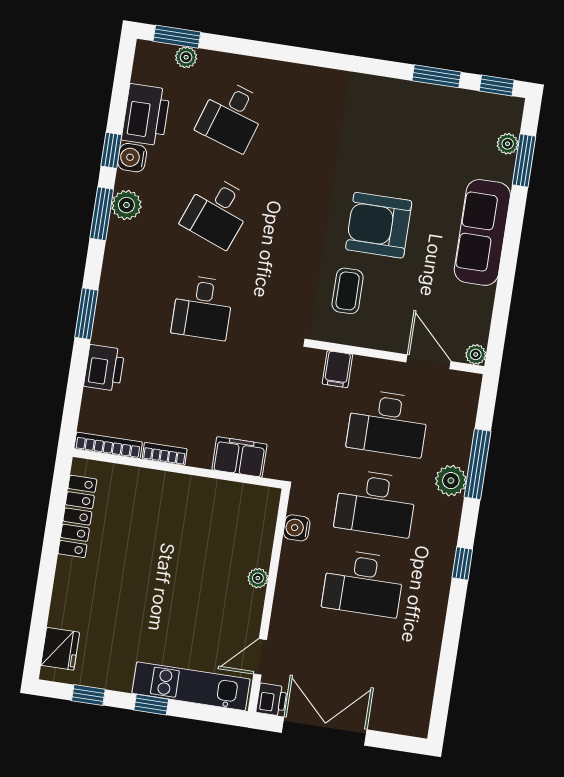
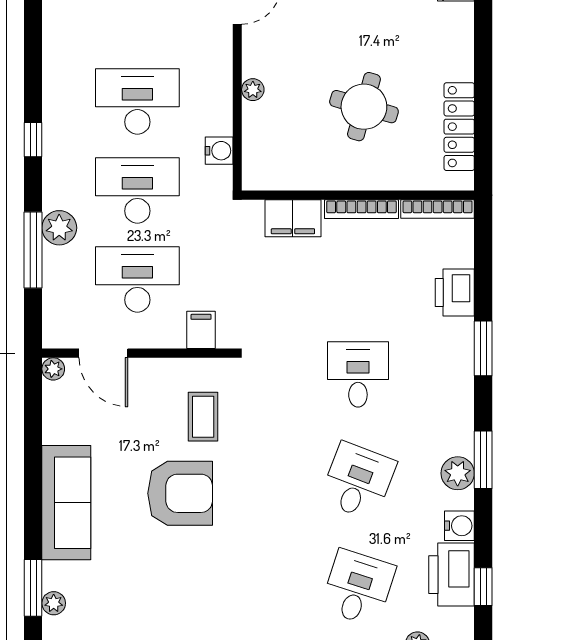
window: (111, 150) -> (483, 587), moved
bookcase: (165, 454) -> (362, 209), width x1.56
round table: (160, 548) -> (364, 107), added

